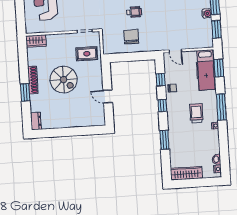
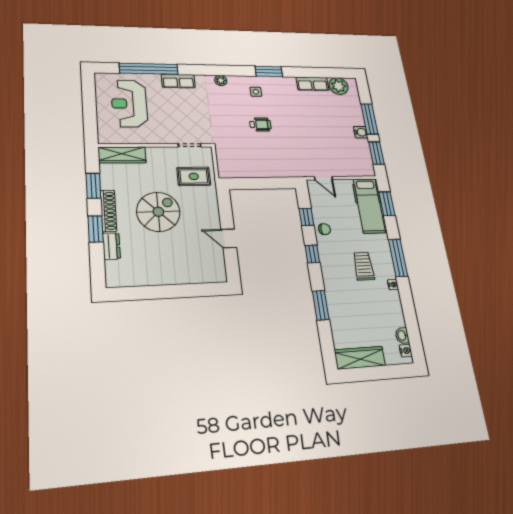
chair: (131, 37) -> (259, 157), removed
wardrobe: (36, 41) -> (122, 155), width x1.50
window: (23, 63) -> (93, 186), added
spiral stairs: (64, 80) -> (158, 212), turned -90
dresser: (36, 121) -> (111, 246), moved

